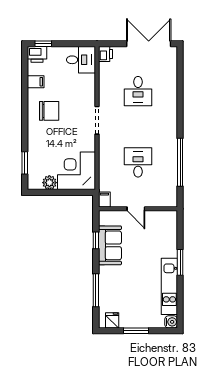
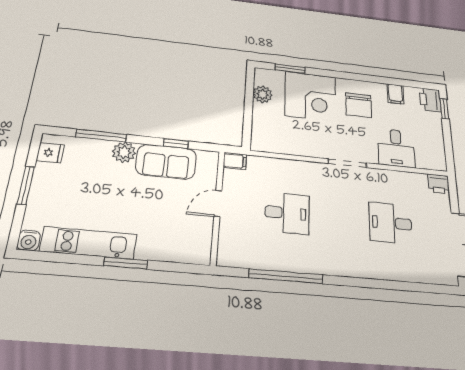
desk: (81, 60) -> (396, 148), moved
corner desk: (77, 171) -> (310, 96), moved, turned 90
plant: (106, 274) -> (124, 152), added

